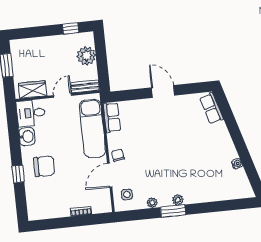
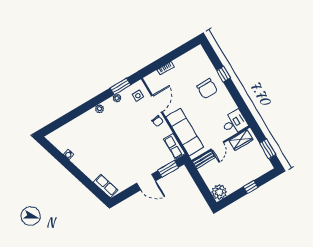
window: (71, 28) -> (251, 187), moved
plant: (86, 56) -> (219, 192), moved
window: (131, 95) -> (168, 169), added
washbasin: (27, 137) -> (229, 104), removed
chair: (44, 166) -> (207, 89), turned -90
window: (173, 211) -> (120, 86), moved

